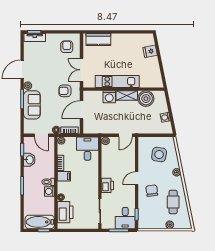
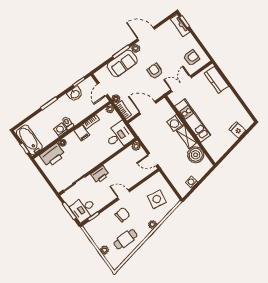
armchair: (65, 91) -> (155, 71), moved

